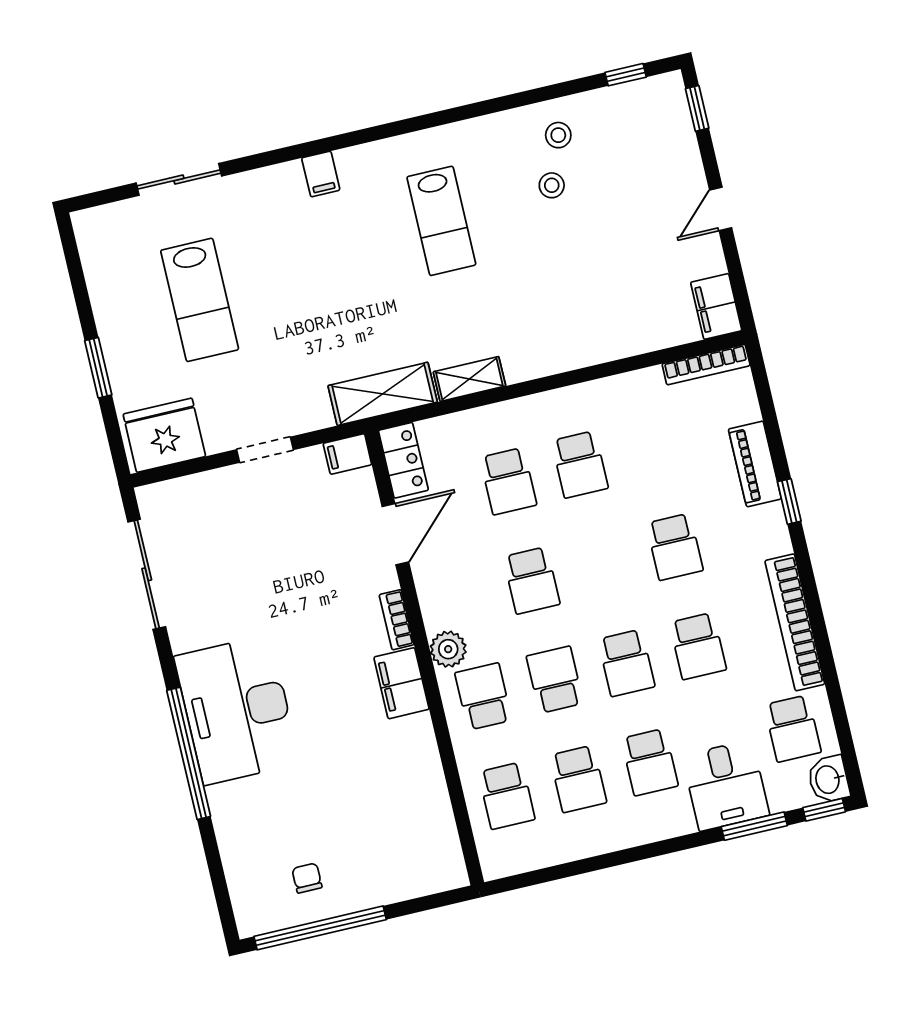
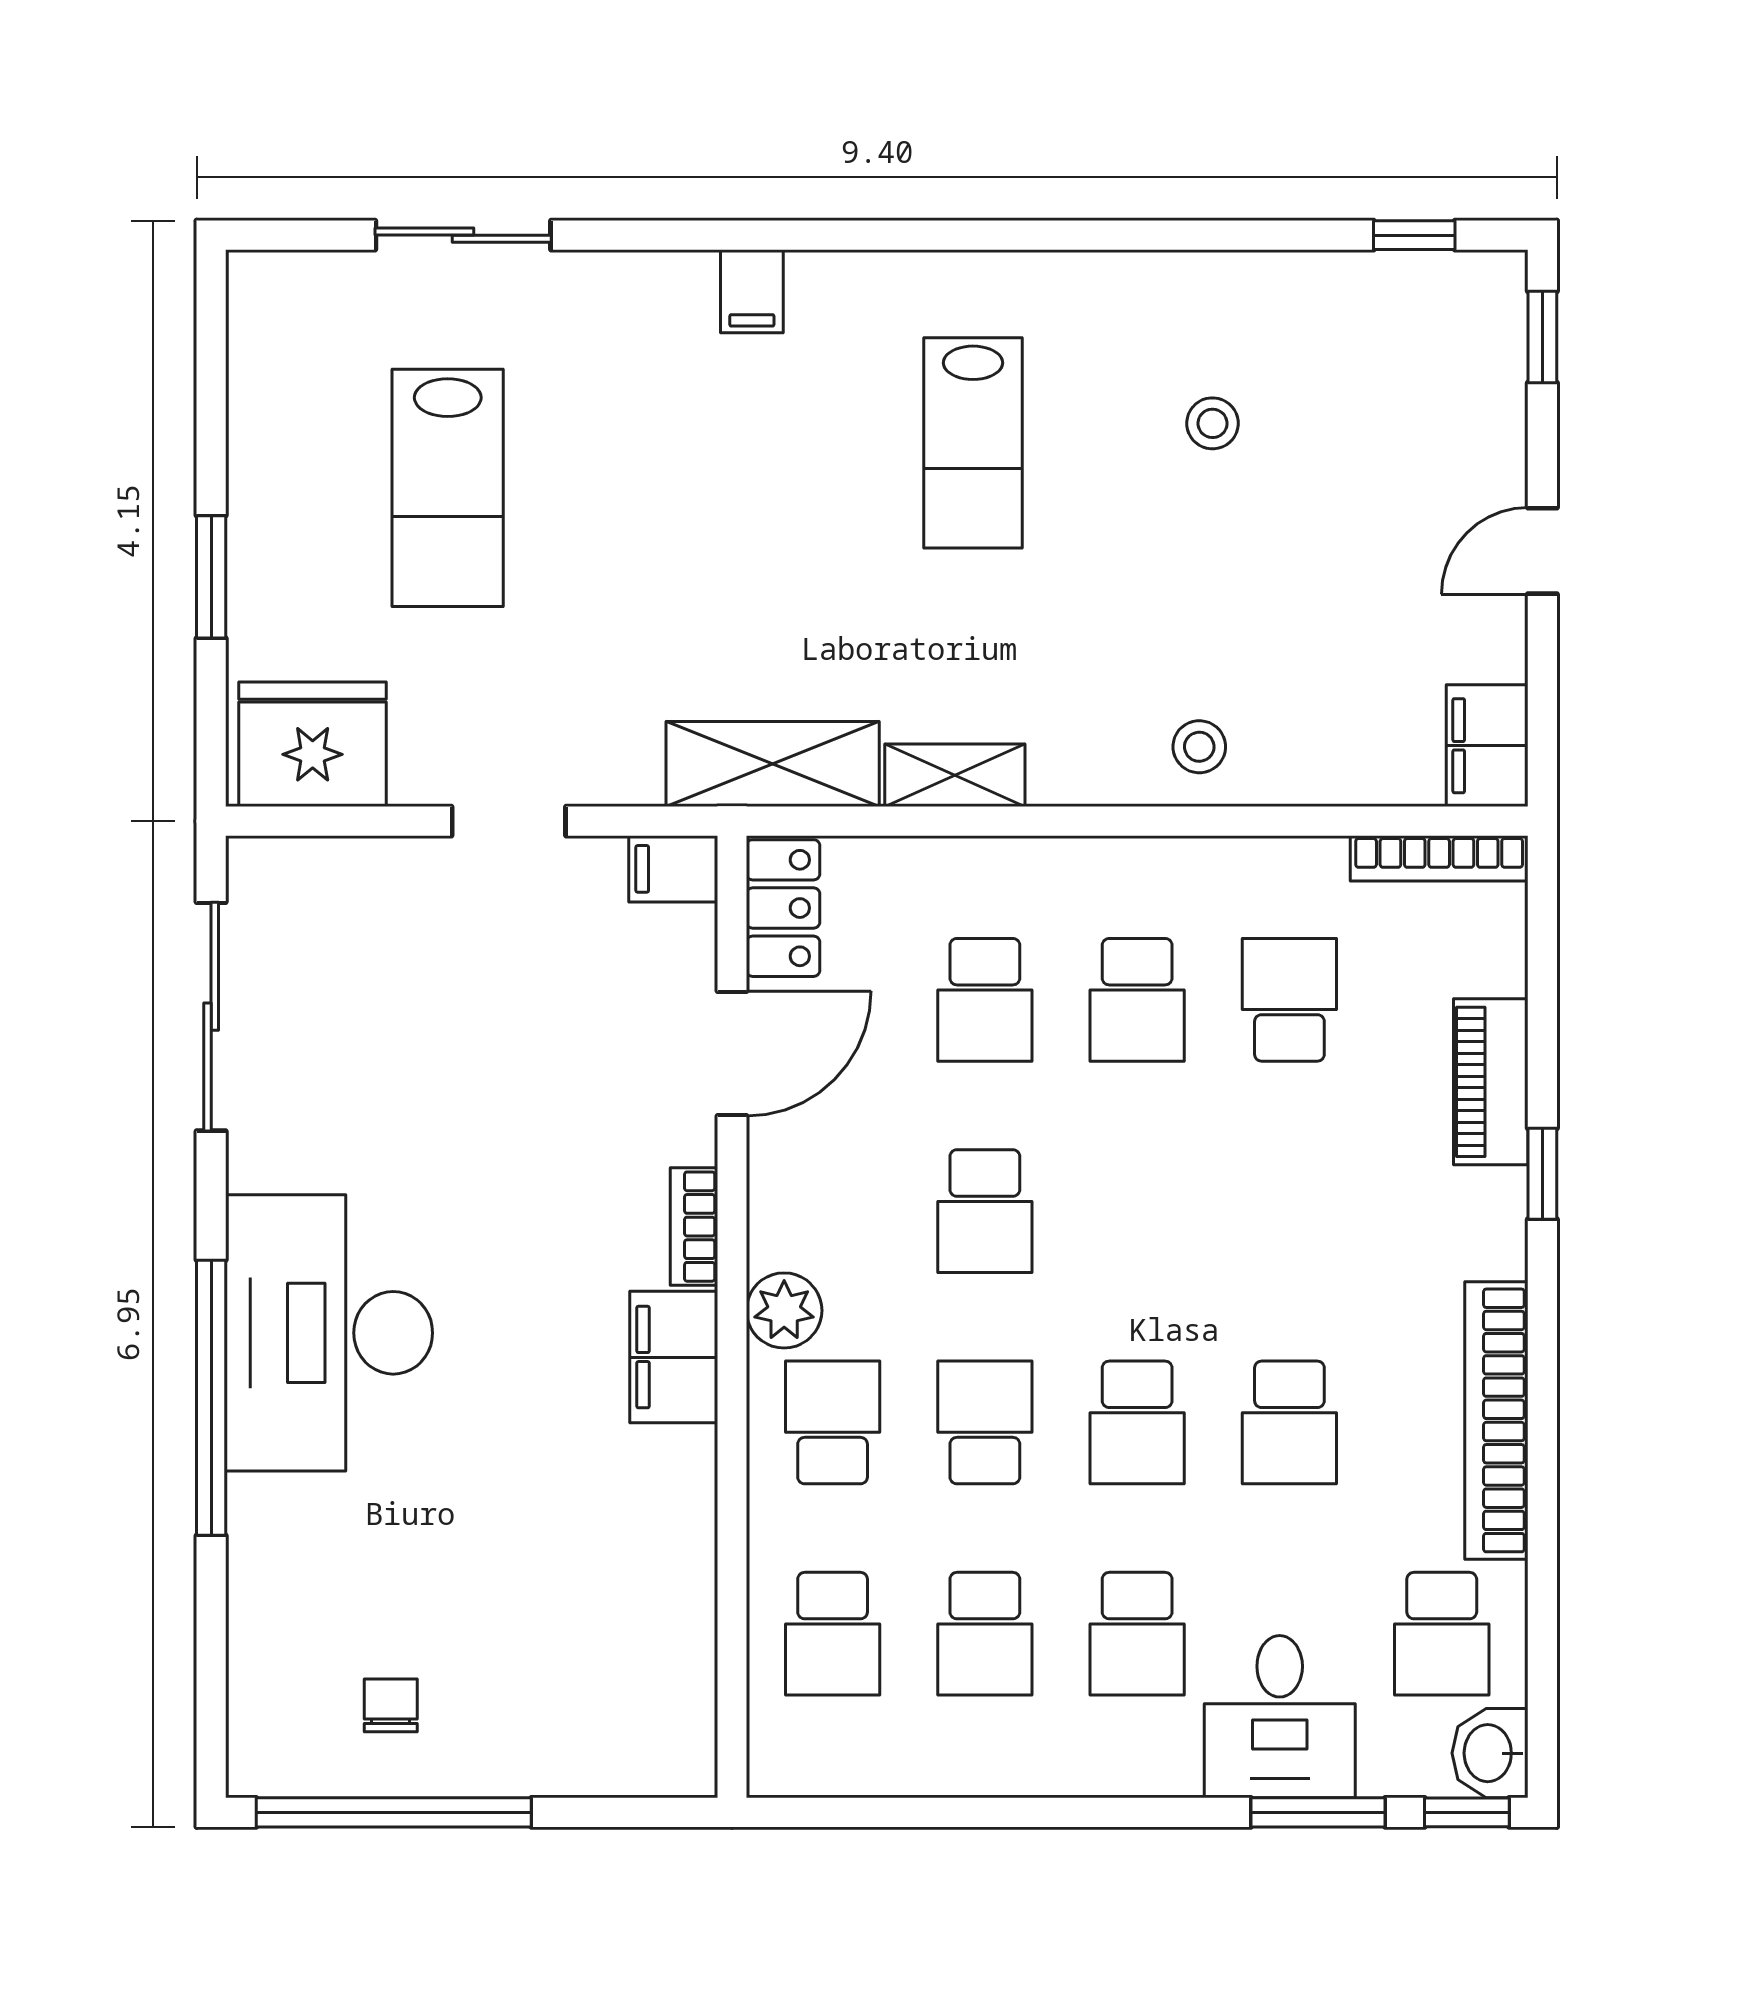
stool: (558, 135) -> (1199, 747), moved
school desk: (675, 547) -> (1289, 1000), moved, turned 180

